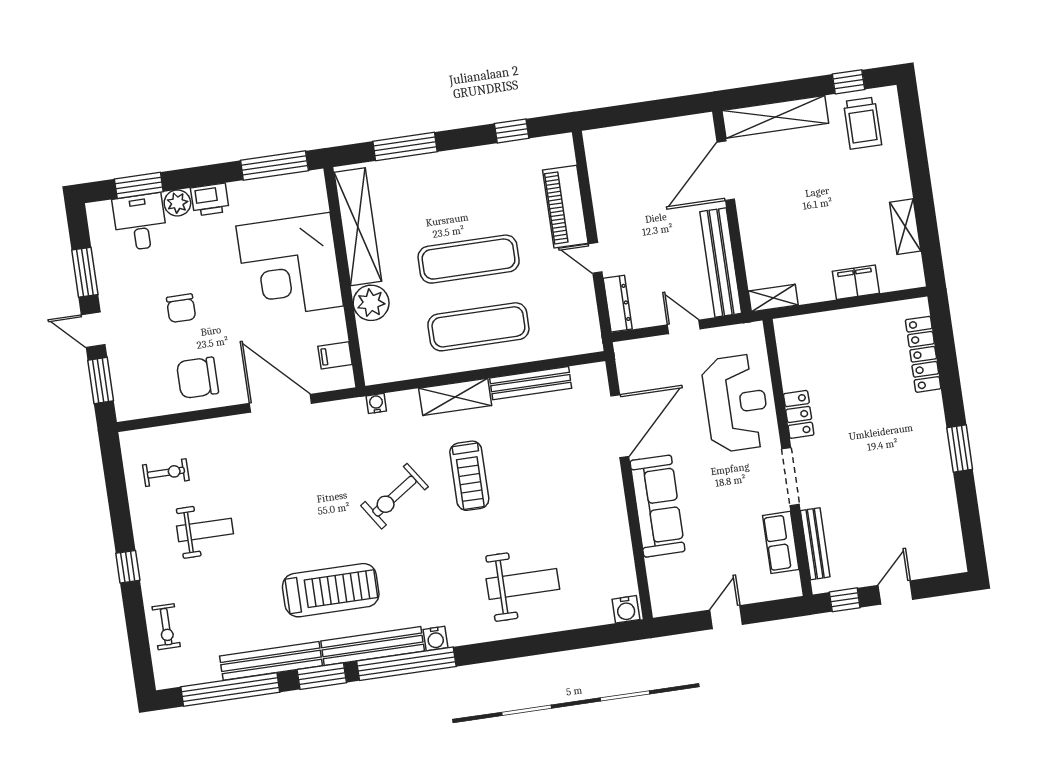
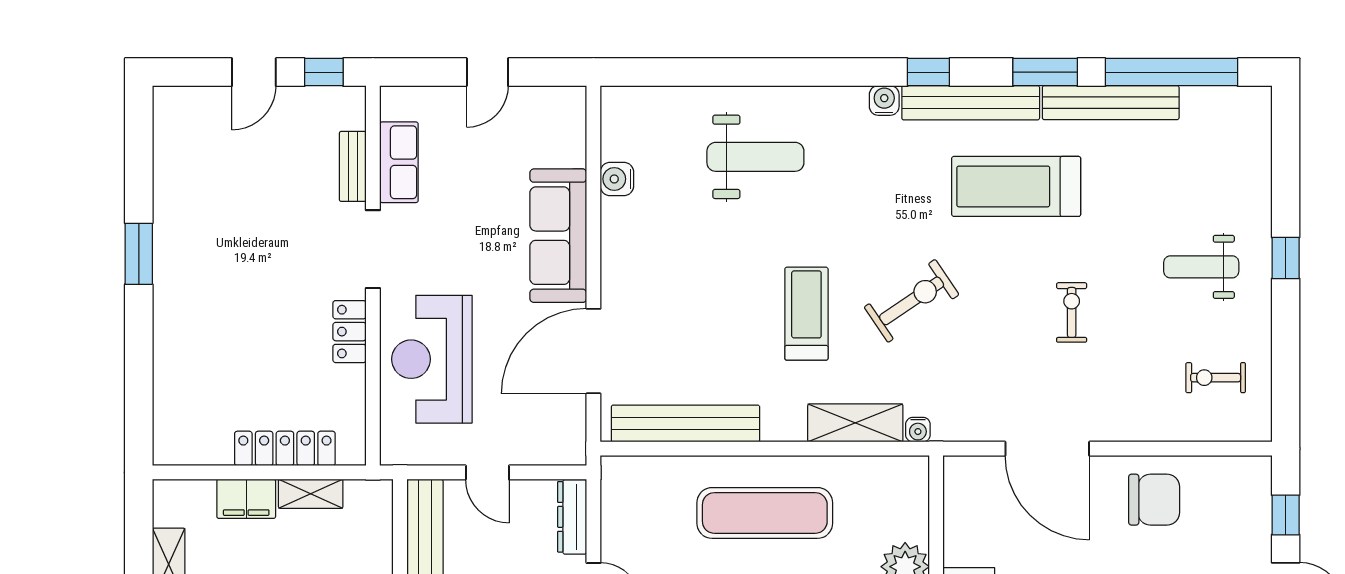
shelving: (773, 298) -> (311, 494), moved
locker: (923, 354) -> (285, 448), moved, turned -90
filing cabinet: (335, 355) -> (964, 503), removed
window: (101, 381) -> (1286, 515), width x0.67
bench: (531, 383) -> (685, 423), width x1.37, depth x1.21
shelving: (455, 397) -> (855, 423), moved
weight bench: (205, 530) -> (1201, 267), moved
bench: (815, 544) -> (353, 166), width x0.73
weight bench: (523, 584) -> (755, 157), turned 180
water cooler: (626, 609) -> (617, 179), moved, turned -90
exercise bike: (166, 627) -> (1072, 312), moved
window: (406, 664) -> (928, 72), width x0.32

